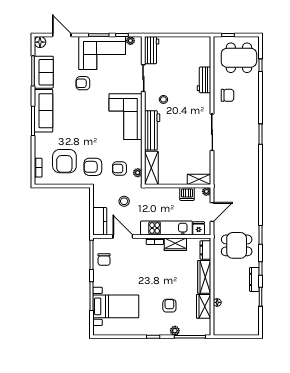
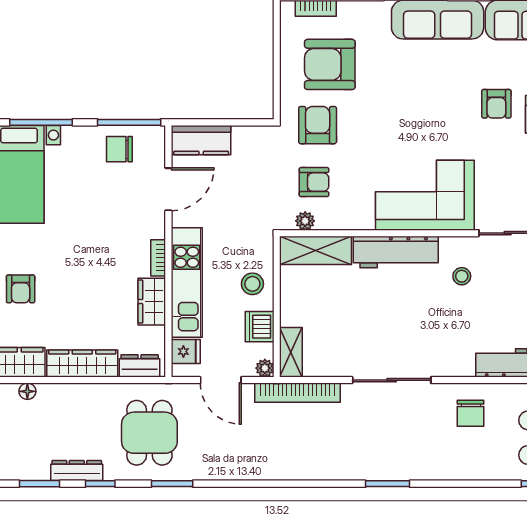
armchair: (83, 83) -> (496, 104), turned 180
armchair: (119, 168) -> (314, 182), turned 90
bookcase: (218, 176) -> (297, 393), added
stool: (124, 201) -> (252, 284), moved
armchair: (169, 306) -> (21, 289), turned 90

